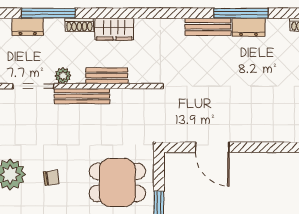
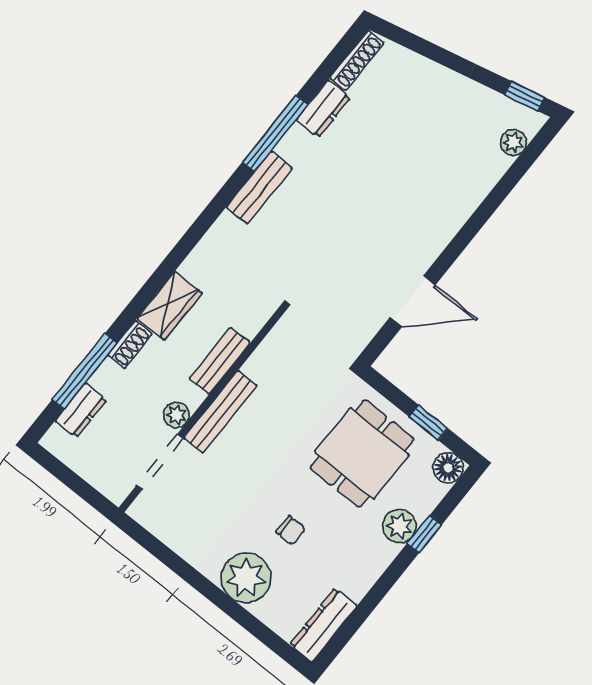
dresser: (249, 27) -> (323, 109), moved
chair: (51, 178) -> (291, 530), turned 97

